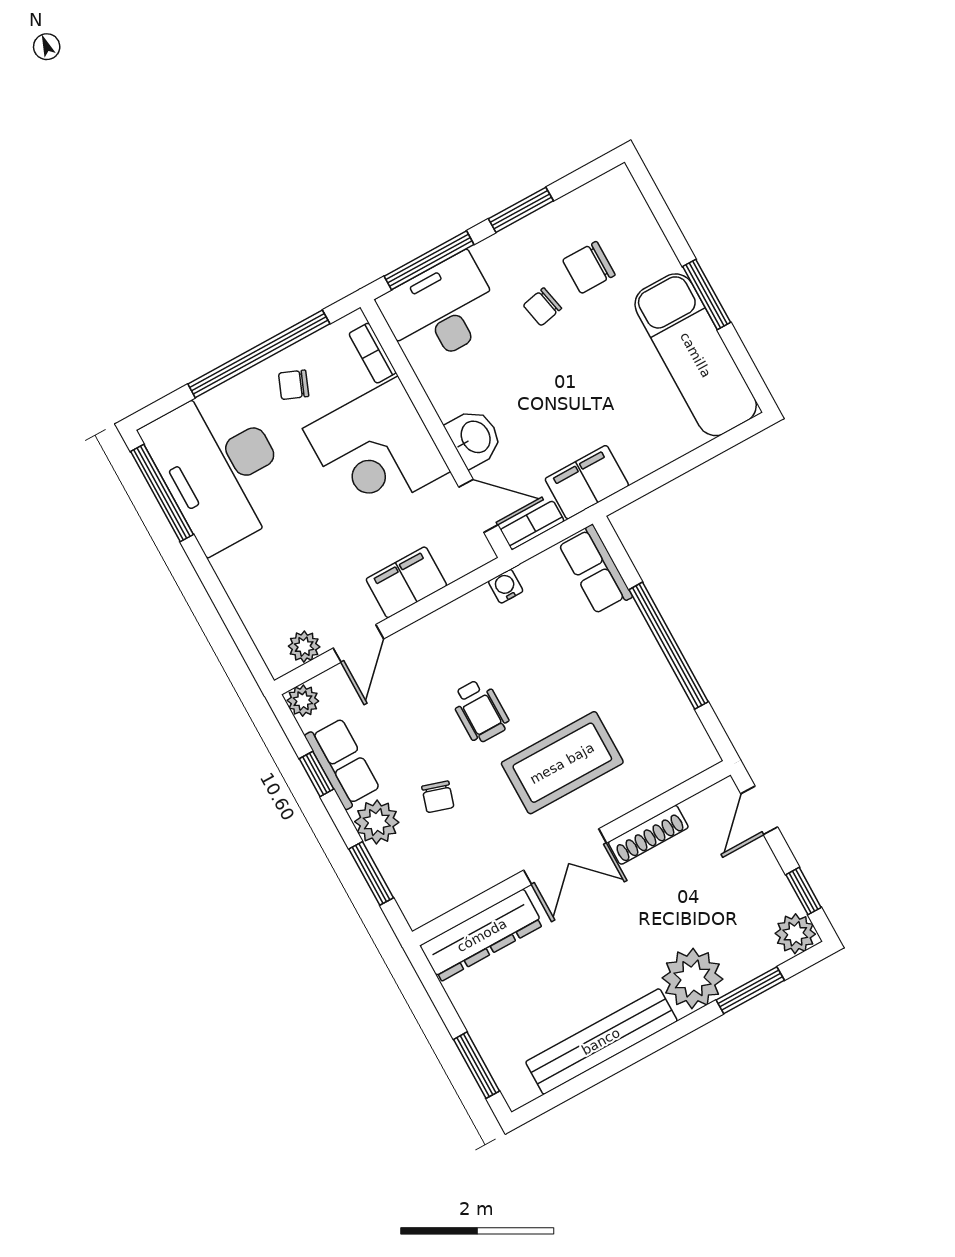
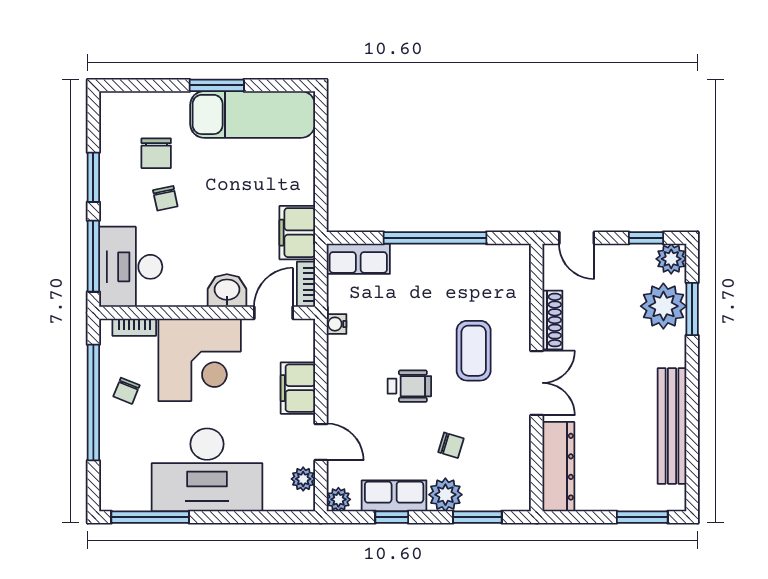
desk: (220, 468) -> (207, 470), moved
coffee table: (562, 763) -> (474, 351), width x0.73, depth x0.76
plant: (692, 979) -> (663, 306), moved

